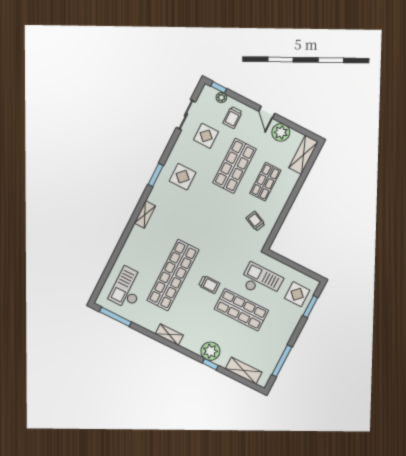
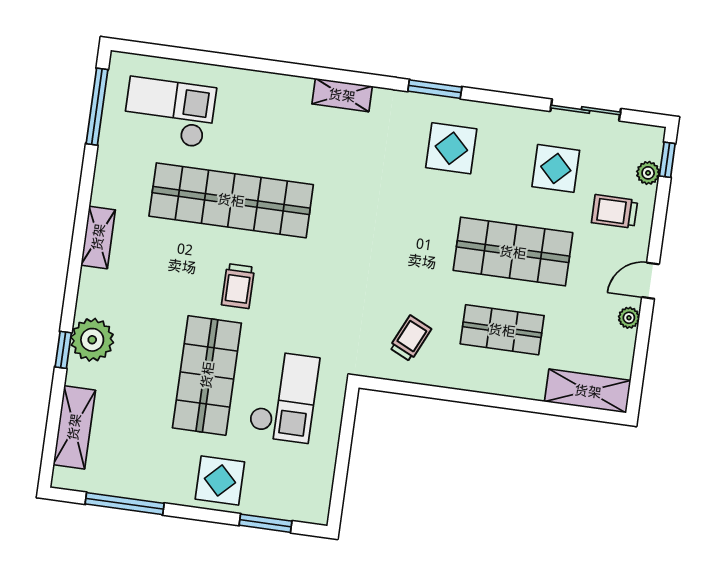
plant: (281, 132) -> (629, 318), width x0.53, depth x0.53
display table: (297, 294) -> (220, 480), moved

